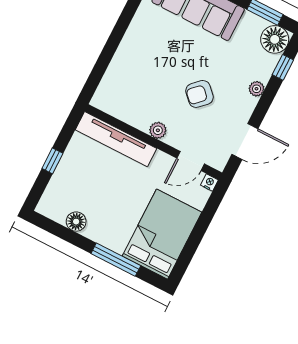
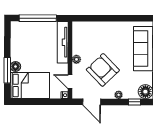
armchair: (200, 94) -> (103, 70), width x1.88, depth x1.88
window: (52, 161) -> (38, 18), width x3.17
floor lamp: (76, 222) -> (15, 66), moved

